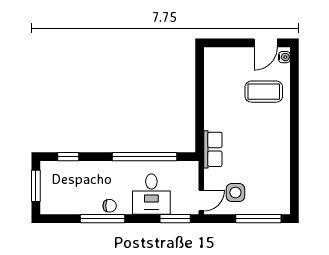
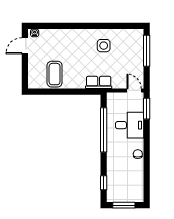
door: (266, 43) -> (25, 46), swing flipped
coffee table: (264, 92) -> (55, 74), moved
side table: (235, 193) -> (104, 46), moved
window: (103, 219) -> (147, 159), removed

